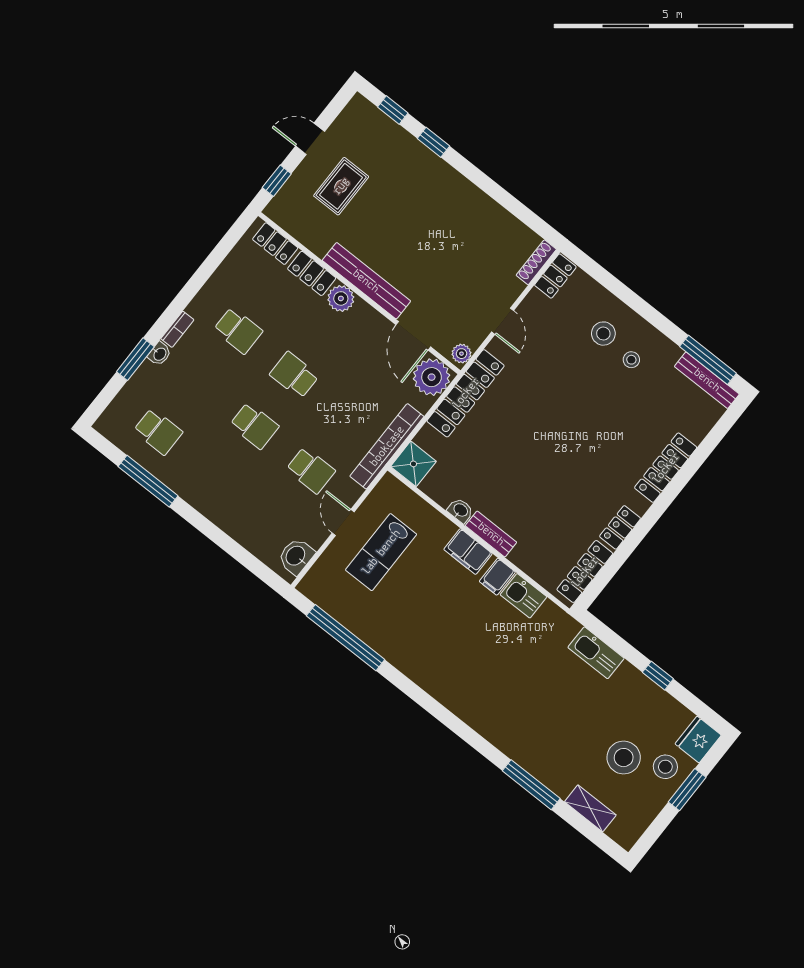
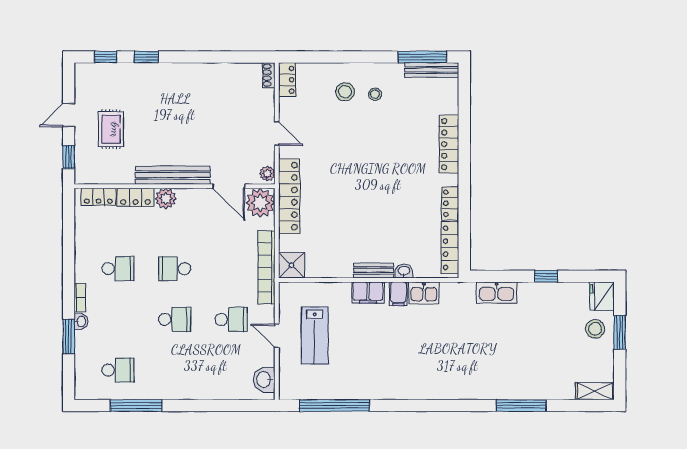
shoe rack: (536, 262) -> (269, 75), width x0.70
washbasin: (460, 510) -> (404, 271), moved
stool: (624, 758) -> (565, 344), removed
shelving: (590, 808) -> (595, 391), moved

